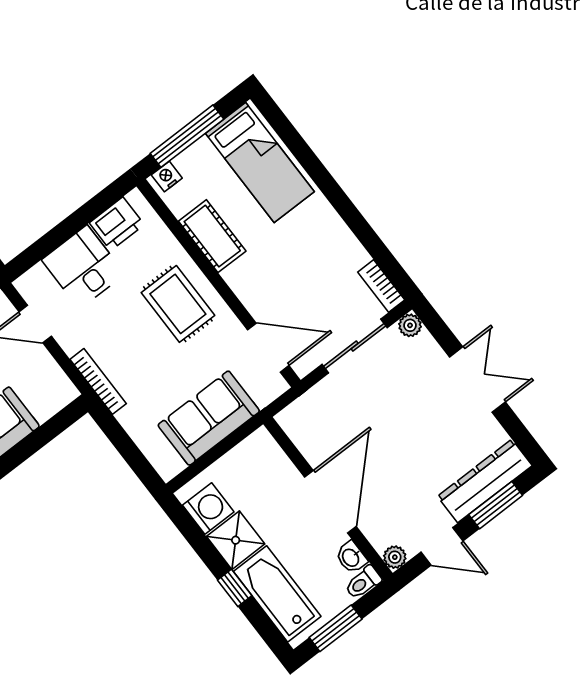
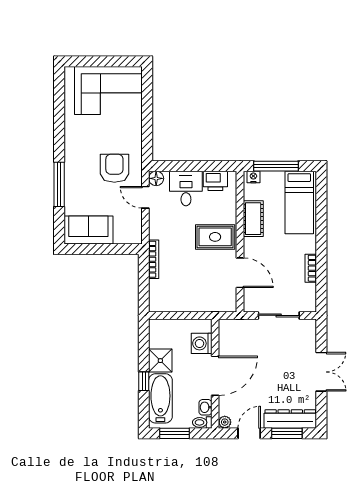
floor lamp: (30, 285) -> (156, 178), added
bookcase: (381, 286) -> (311, 268), moved
rug: (178, 304) -> (215, 237), turned 90
plant: (410, 325) -> (310, 325), removed
door: (268, 348) -> (240, 273), moved
bookcase: (98, 381) -> (154, 259), moved
sofa: (209, 418) -> (190, 298), removed
washing machine: (208, 509) -> (202, 343), moved, turned 180
door: (442, 546) -> (249, 433), swing flipped

